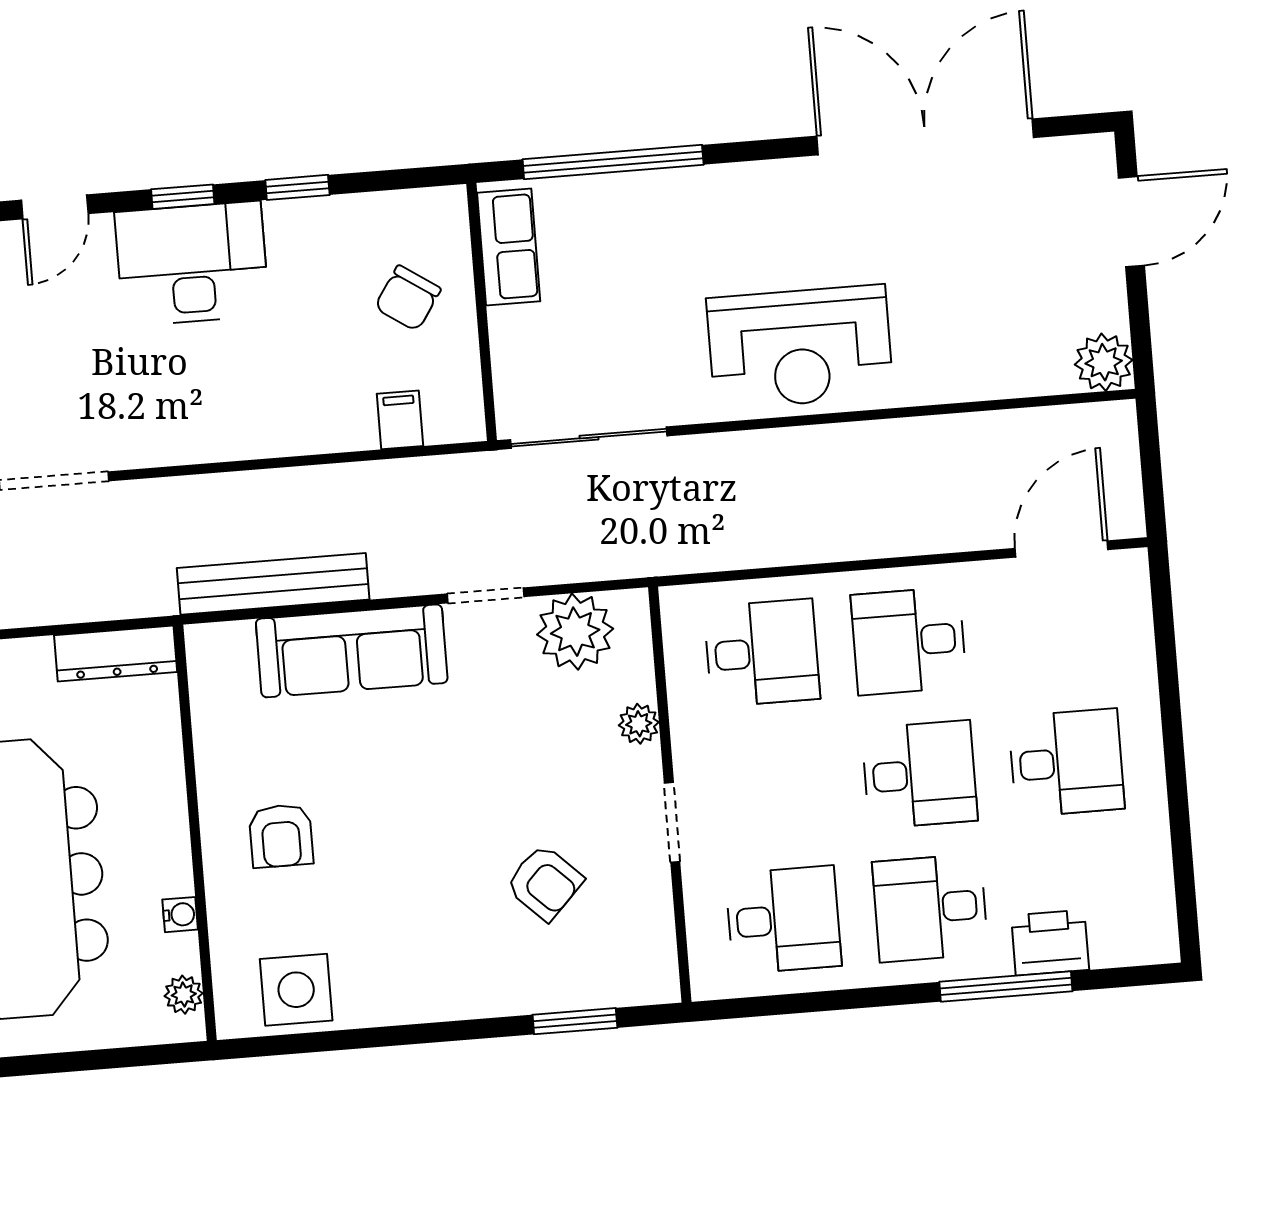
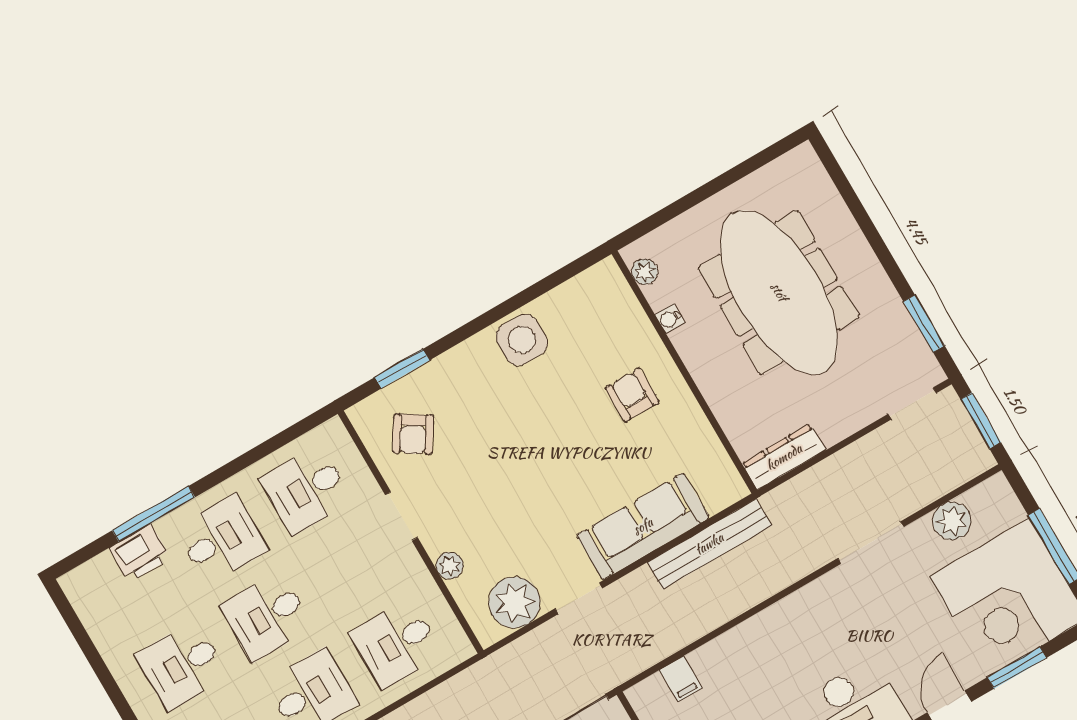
armchair: (544, 883) -> (413, 434), moved, turned -101
side table: (296, 990) -> (522, 340), moved

